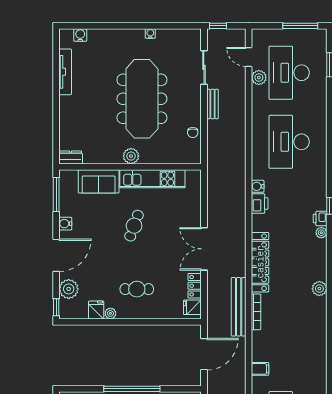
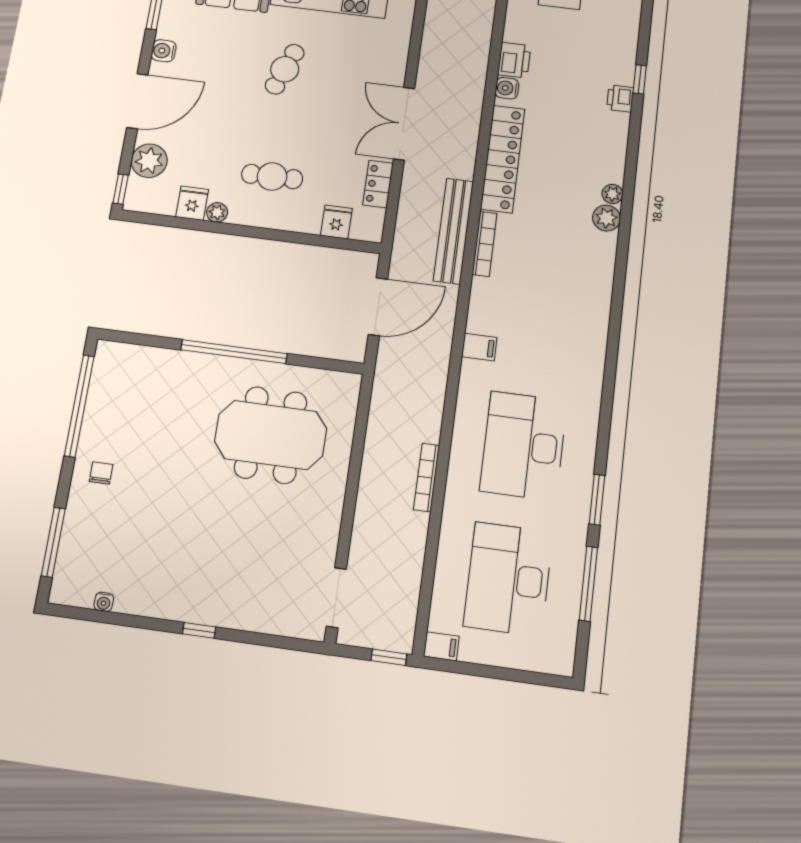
water cooler: (258, 186) -> (507, 88), moved
plant: (321, 233) -> (612, 194), moved
fridge: (192, 307) -> (336, 222), moved, turned 90

